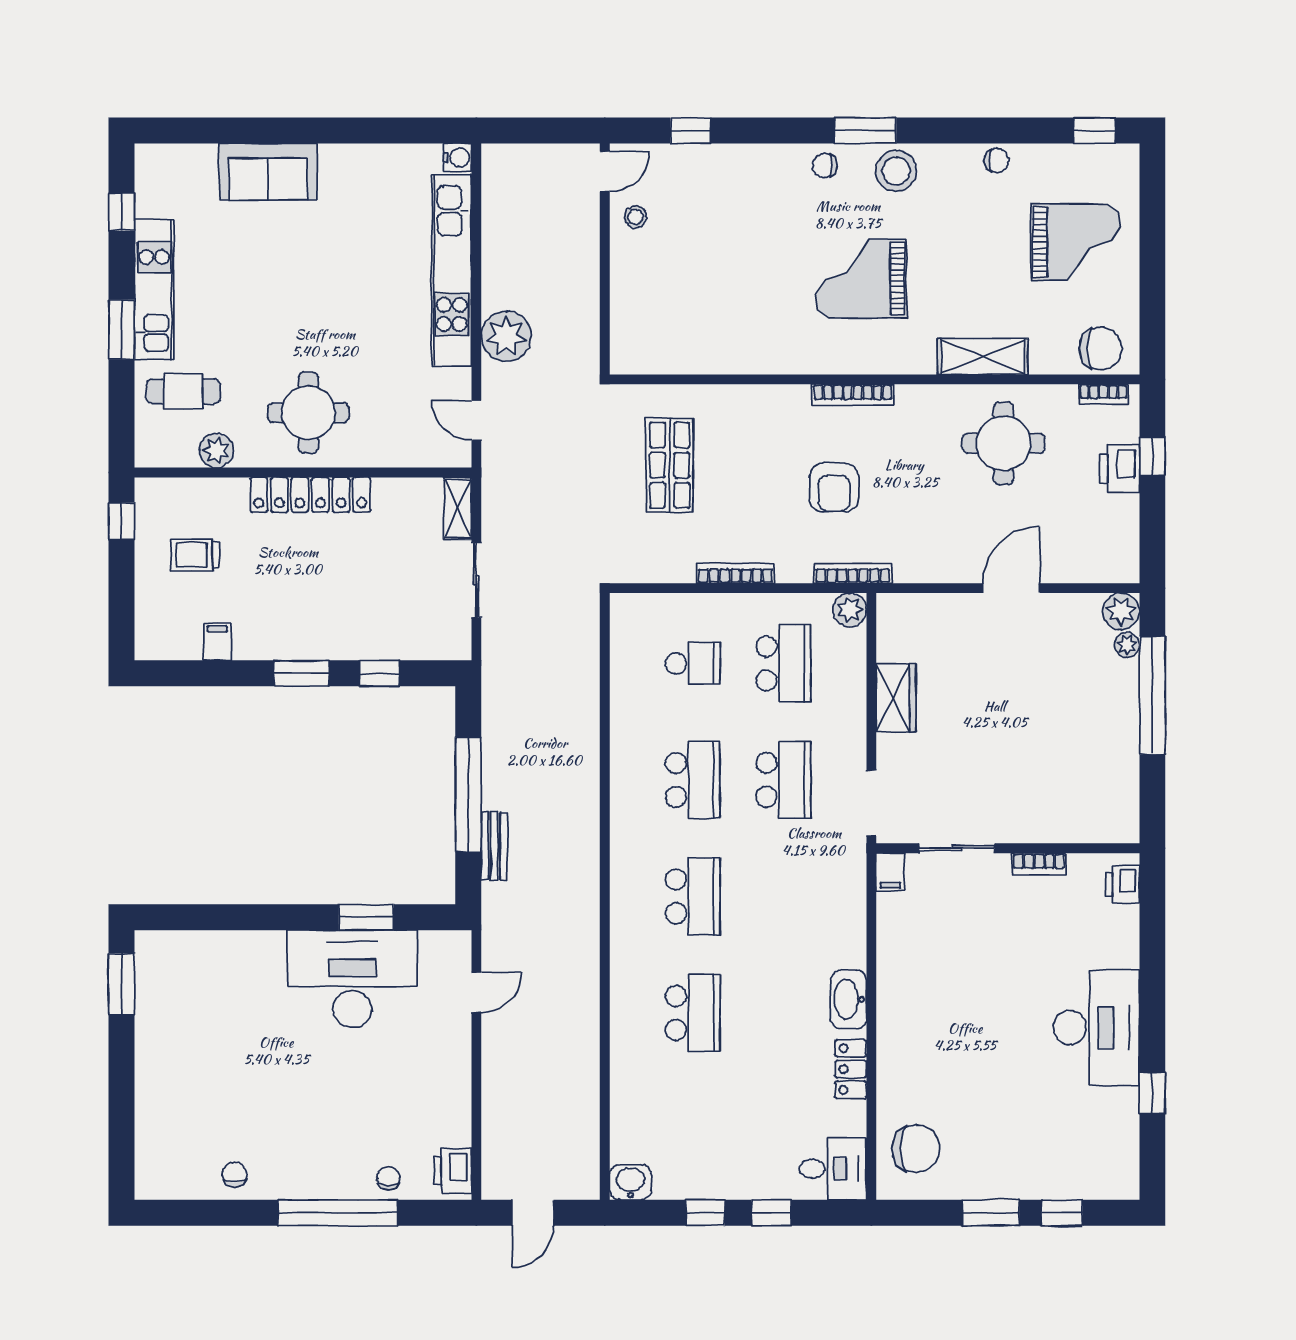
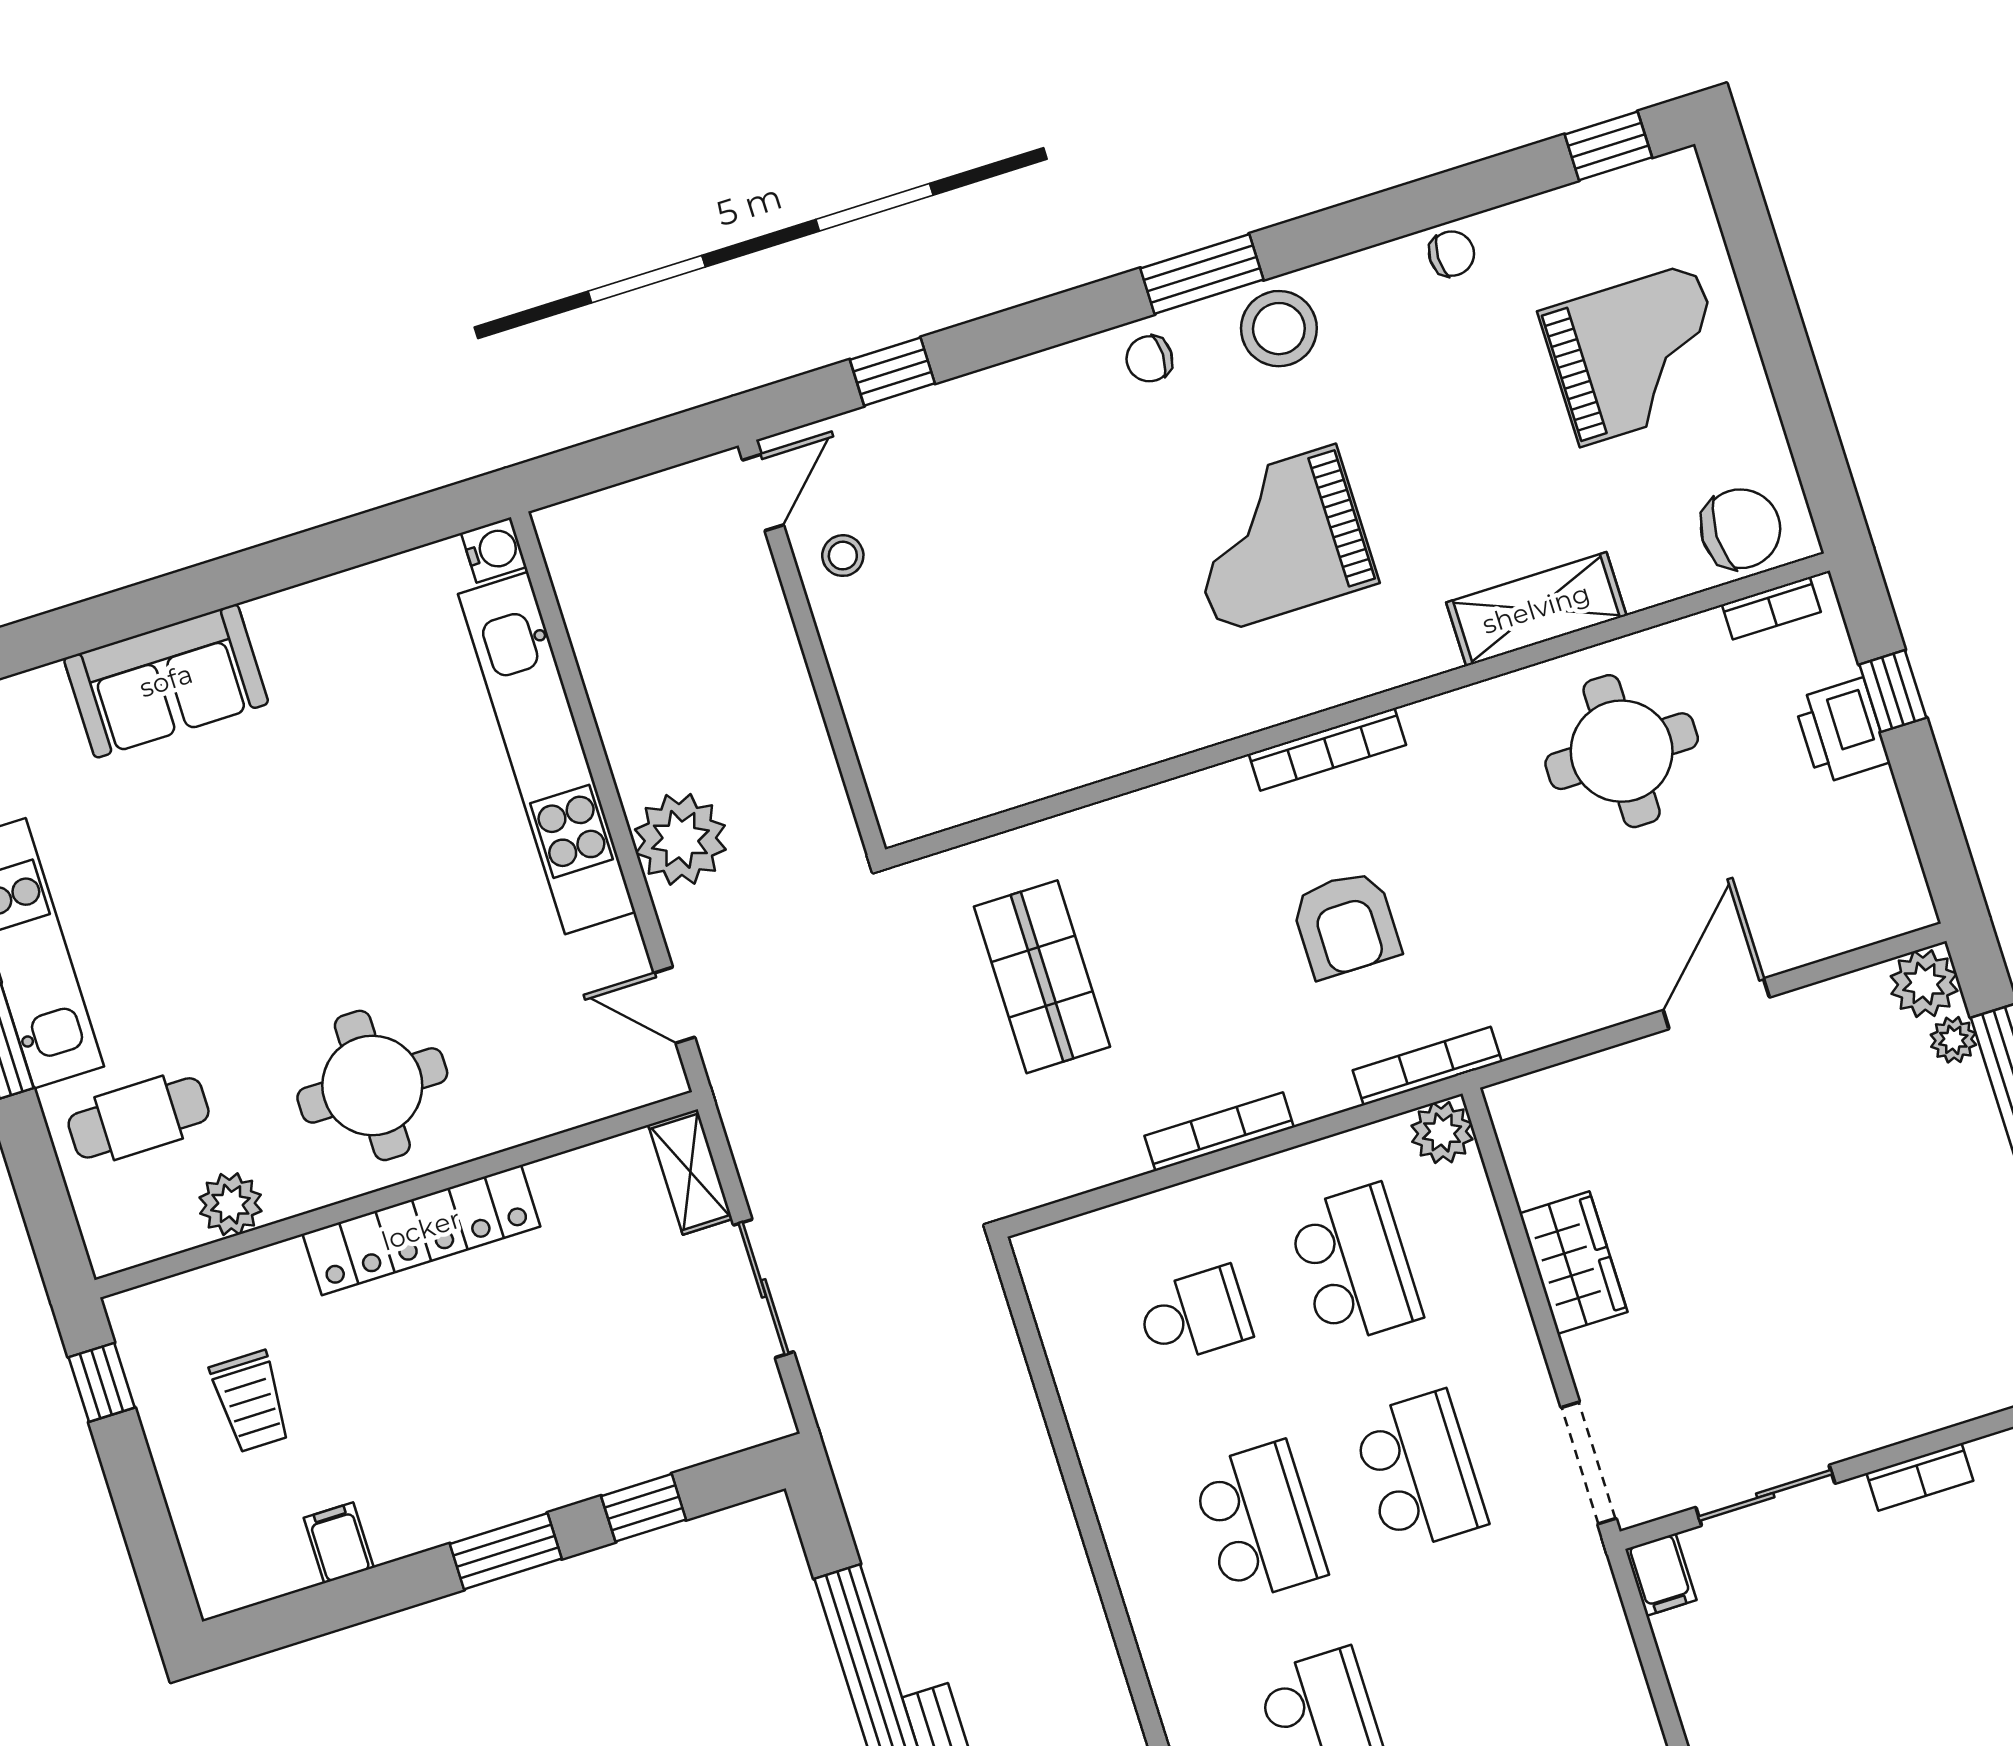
trolley: (195, 555) -> (251, 1401), turned -90

